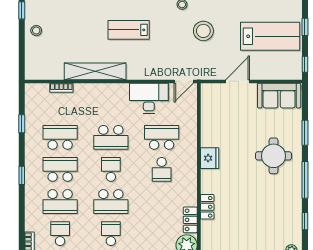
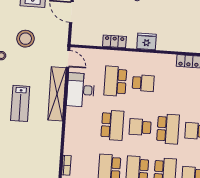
shelving: (95, 71) -> (57, 94), moved
fridge: (210, 158) -> (147, 41), moved
locker: (207, 207) -> (114, 41), moved

